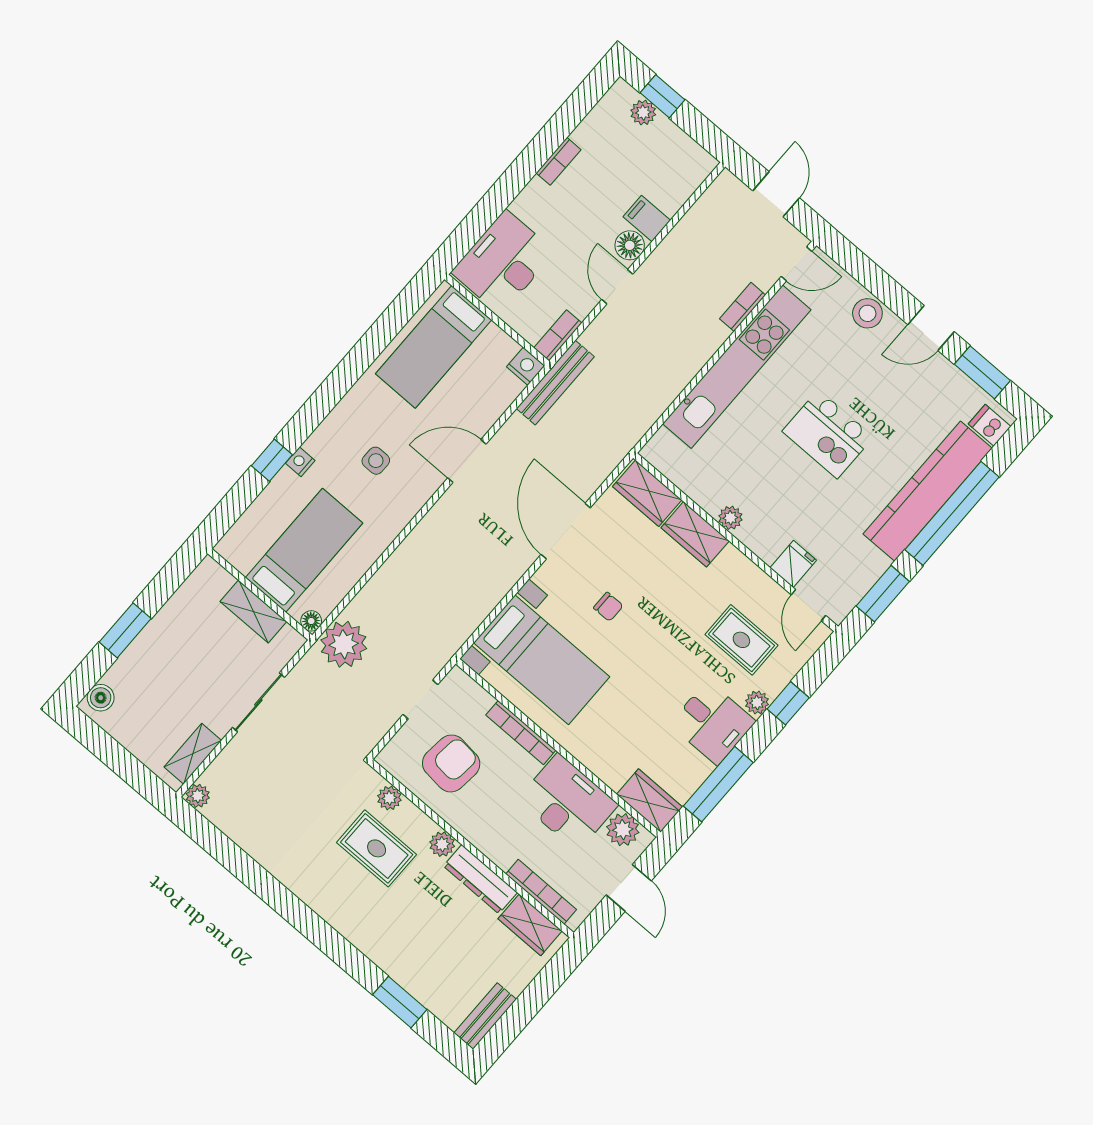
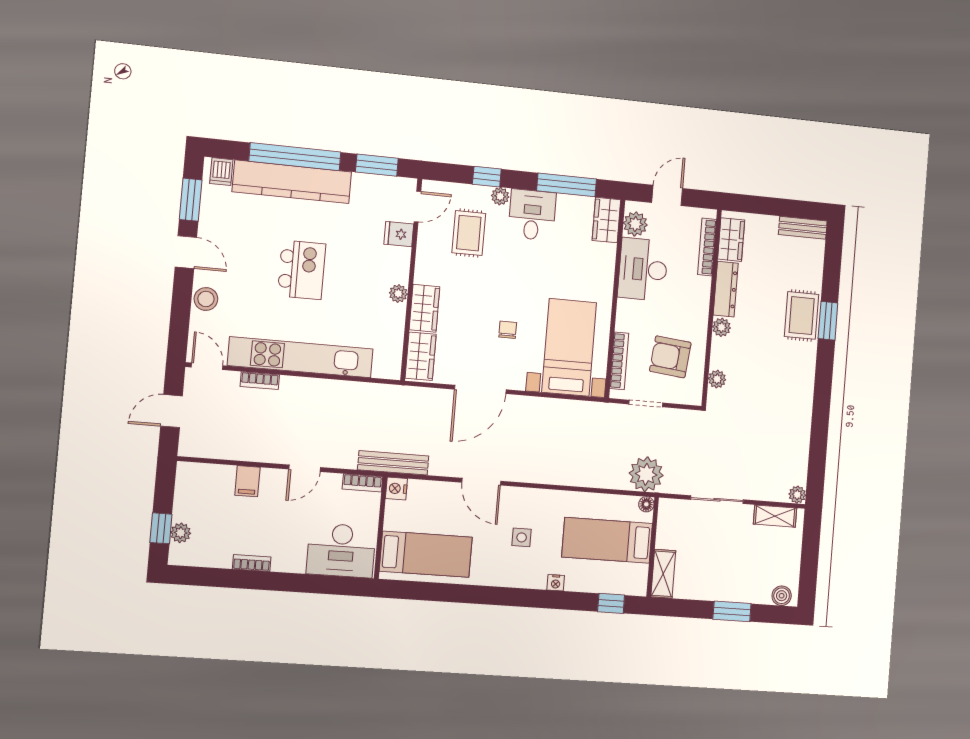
floor lamp: (630, 245) -> (272, 480), removed
window: (272, 460) -> (611, 603), moved
shelving: (253, 611) -> (663, 574), moved
bookcase: (521, 733) -> (619, 361), moved
rug: (377, 848) -> (802, 316), moved
window: (400, 1002) -> (828, 321), moved

